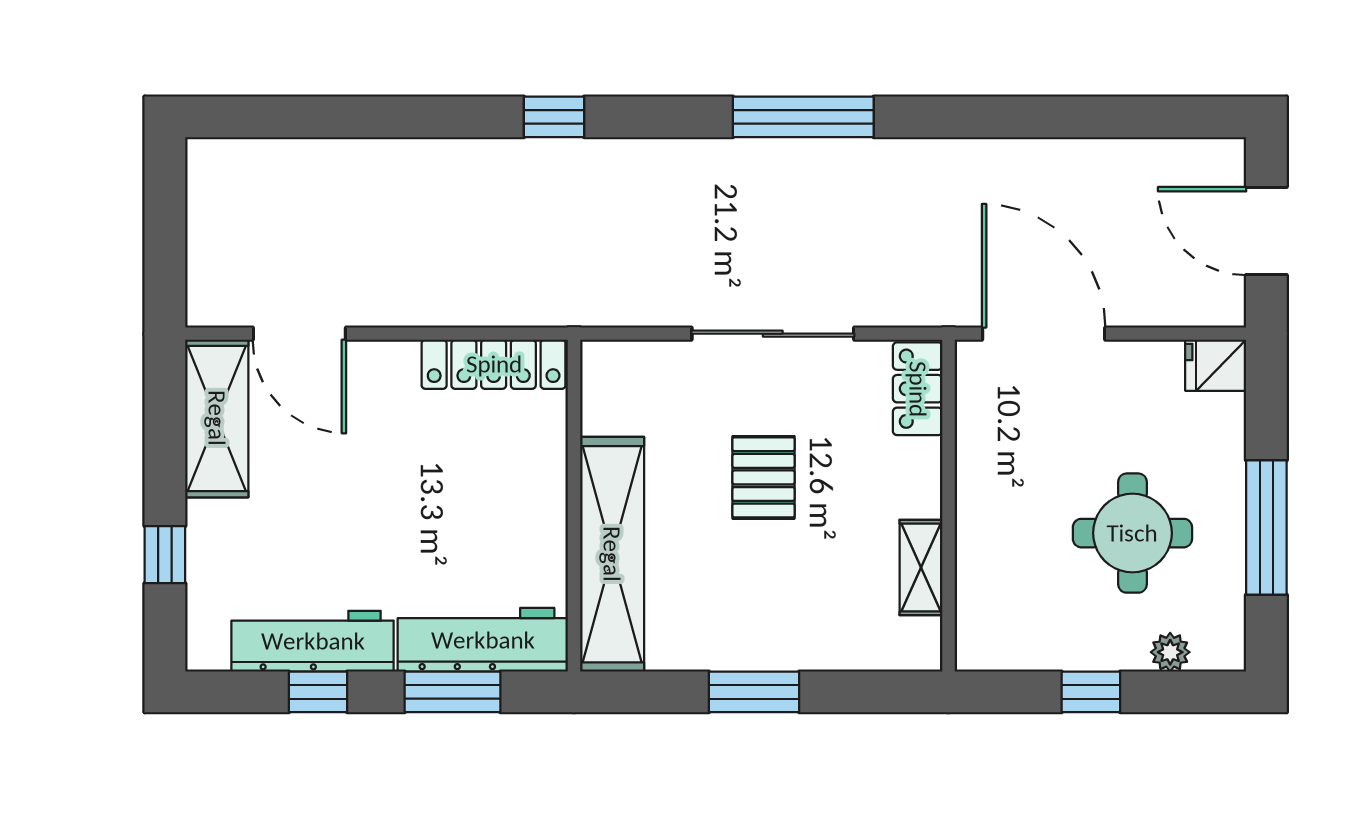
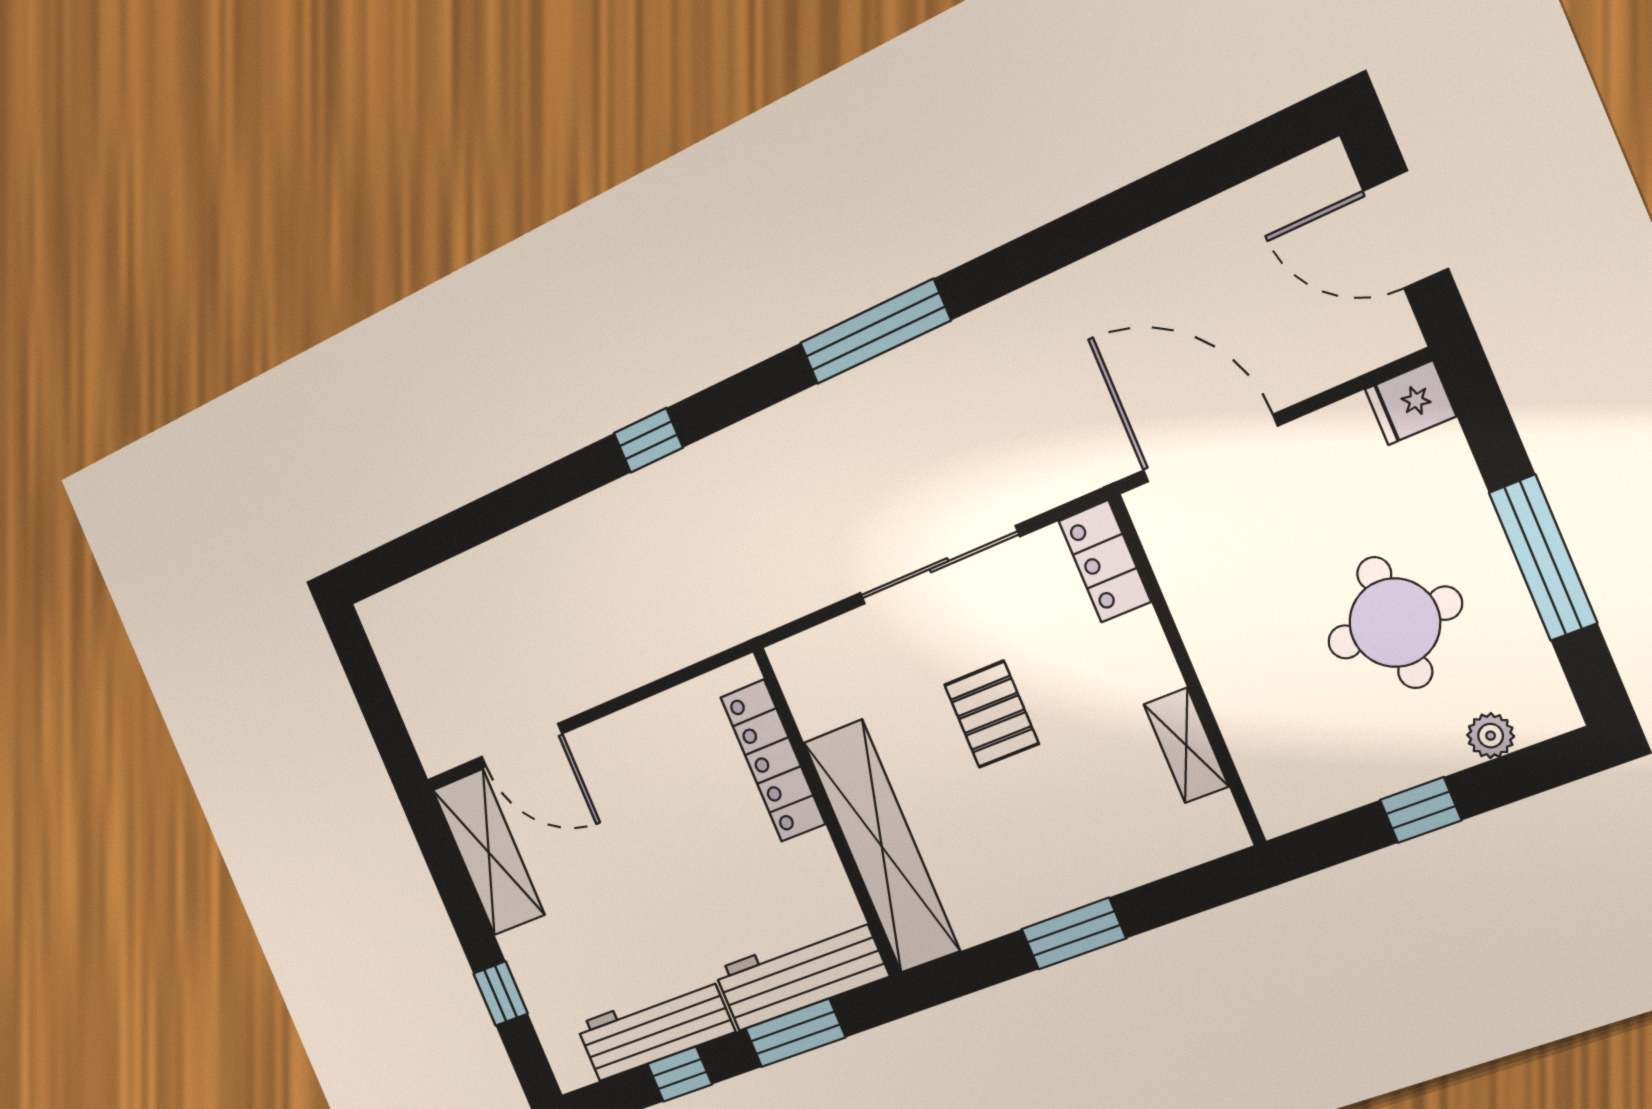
locker: (494, 364) -> (773, 761), moved, turned 90

